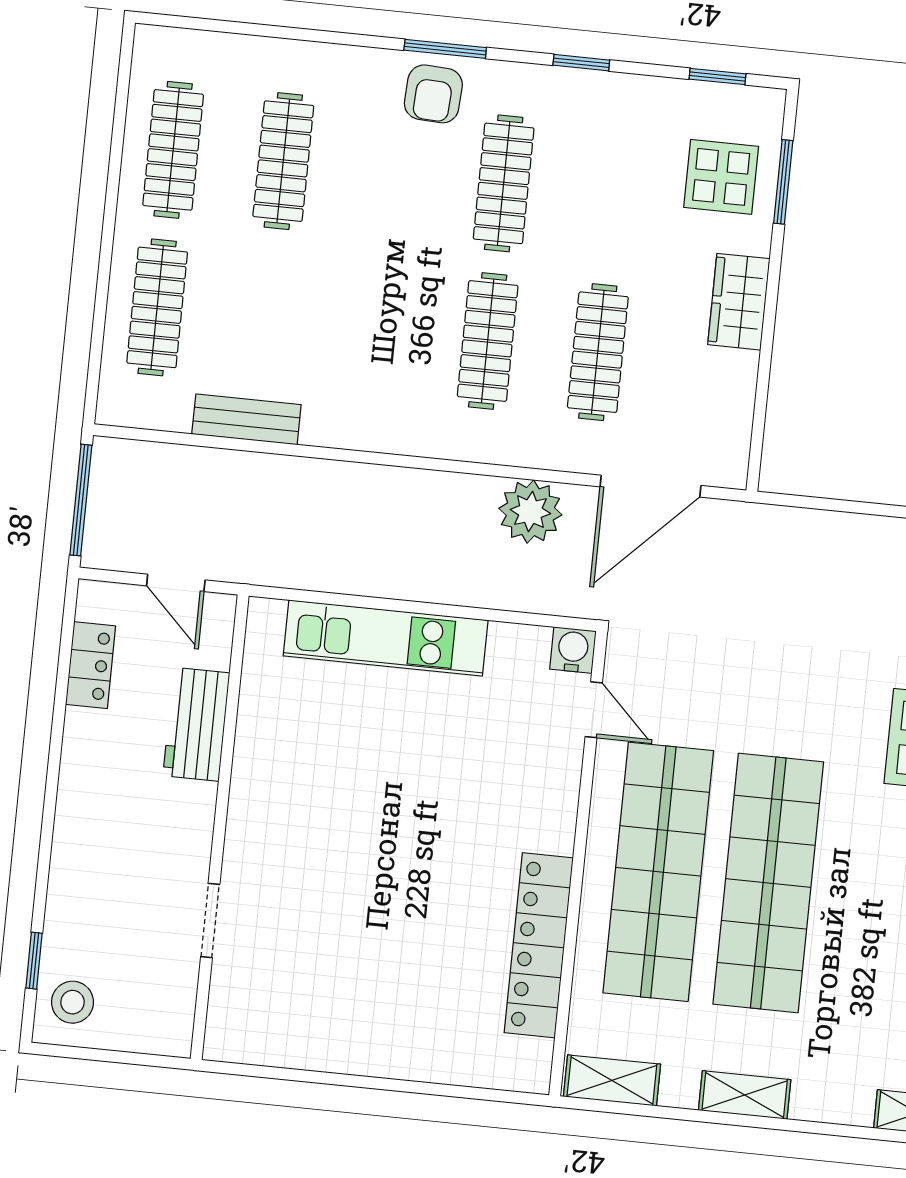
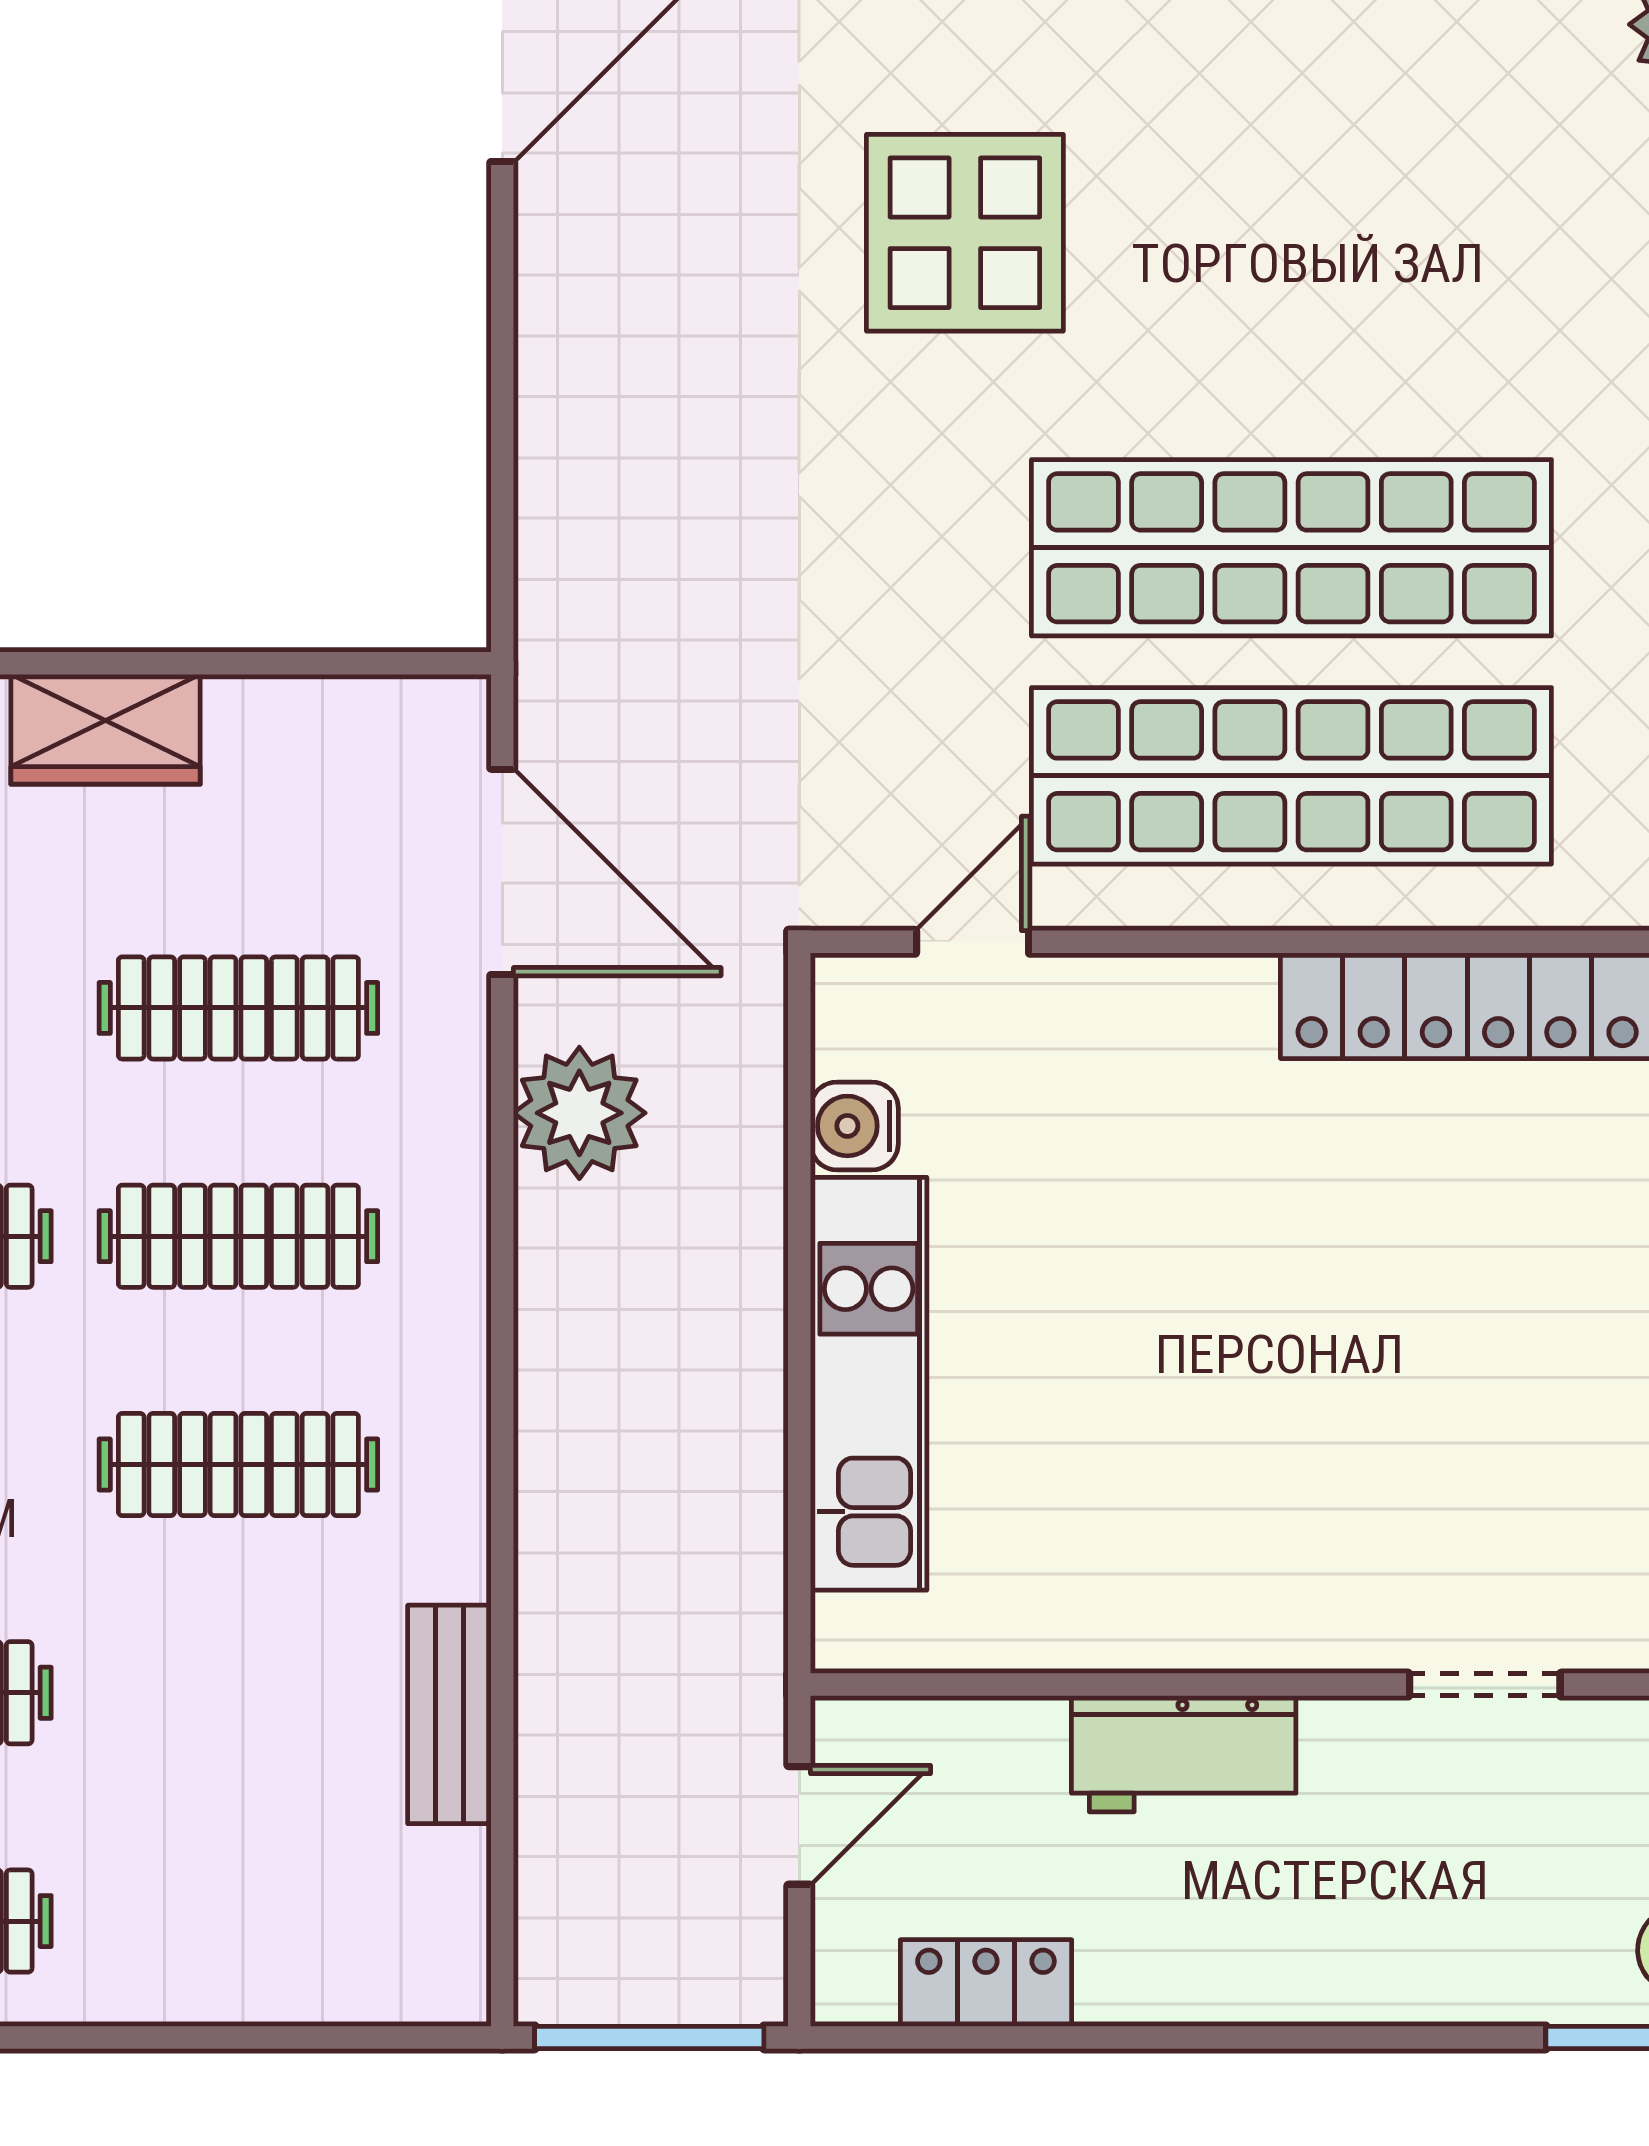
clothes rail: (157, 307) -> (238, 1464), moved
water cooler: (573, 650) -> (854, 1126), moved
workbench: (196, 724) -> (1184, 1754), moved

